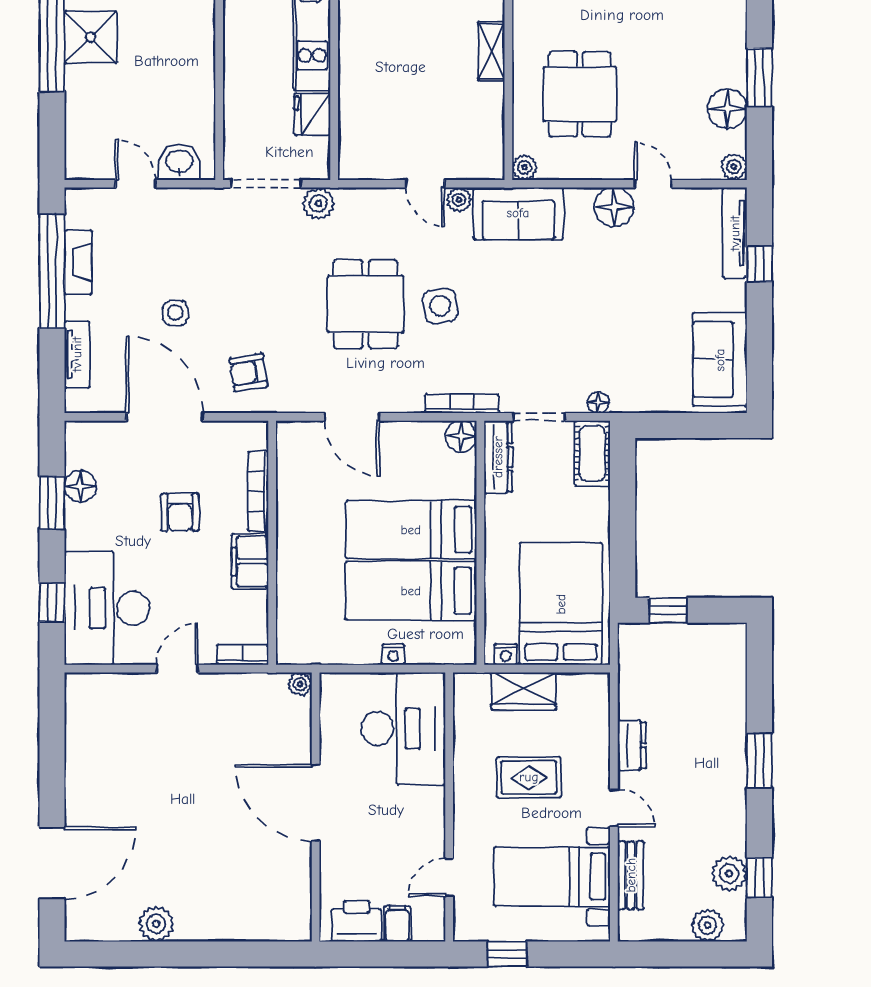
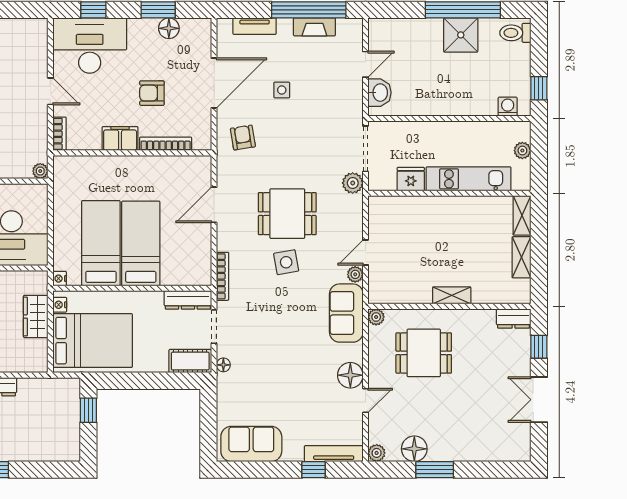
floor lamp: (461, 436) -> (201, 276), removed
nightstand: (393, 654) -> (60, 279), moved

